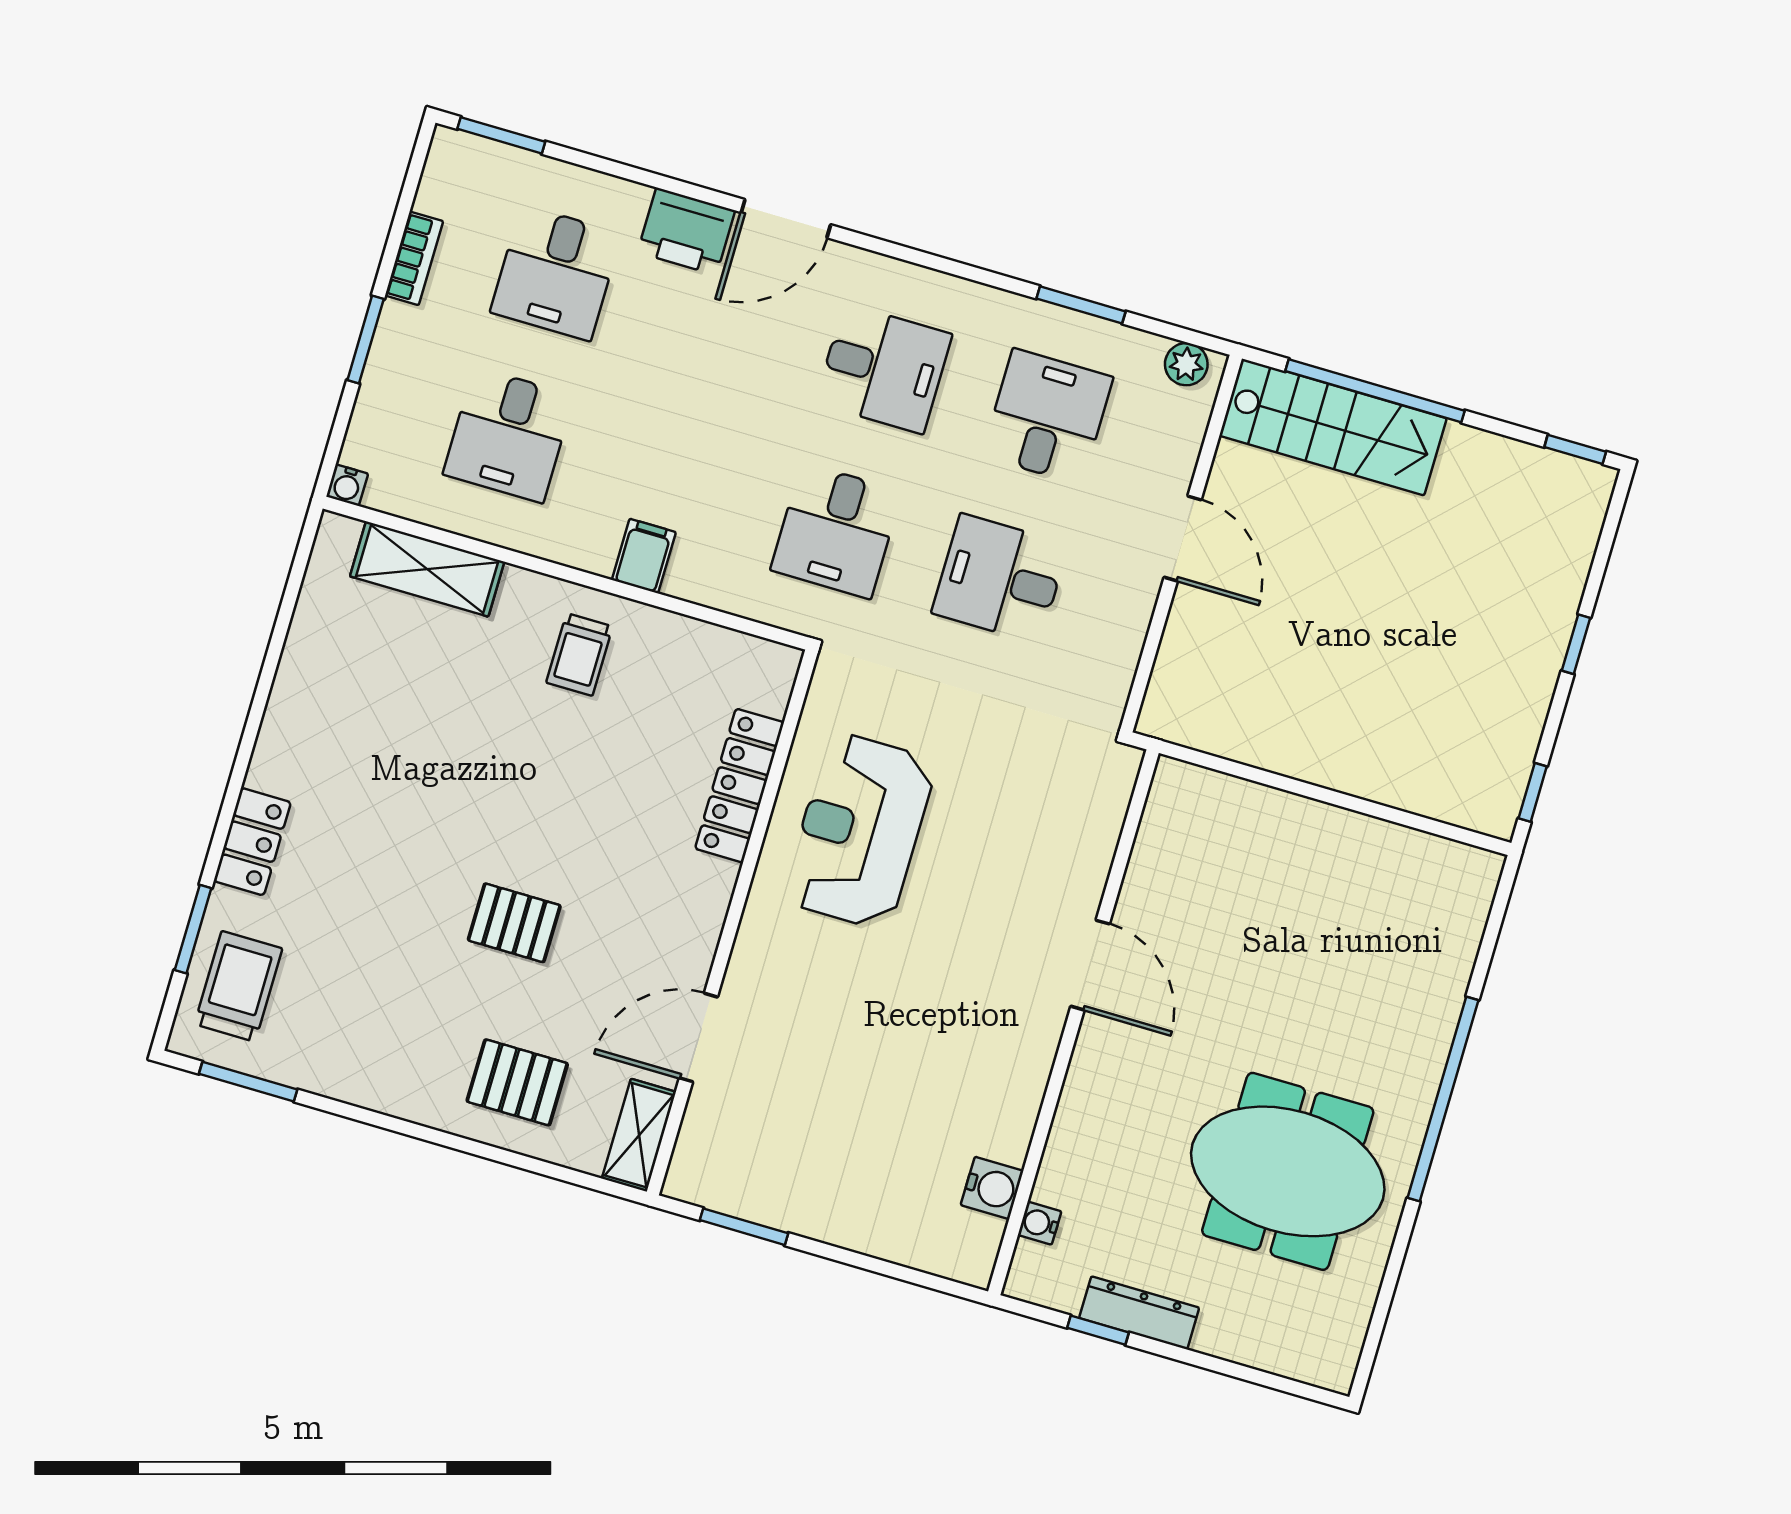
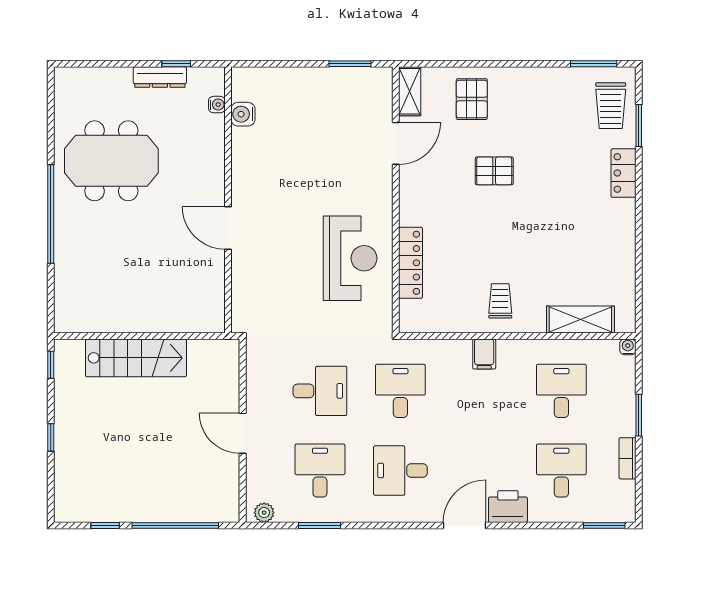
desk: (1047, 417) -> (320, 471), turned 180
stairs: (1333, 427) -> (136, 358), moved, turned 180
window: (1575, 449) -> (105, 525), moved
pallet: (517, 1082) -> (472, 99), turned 90

